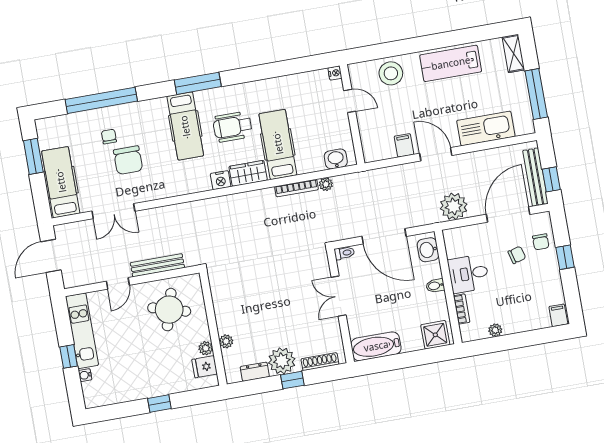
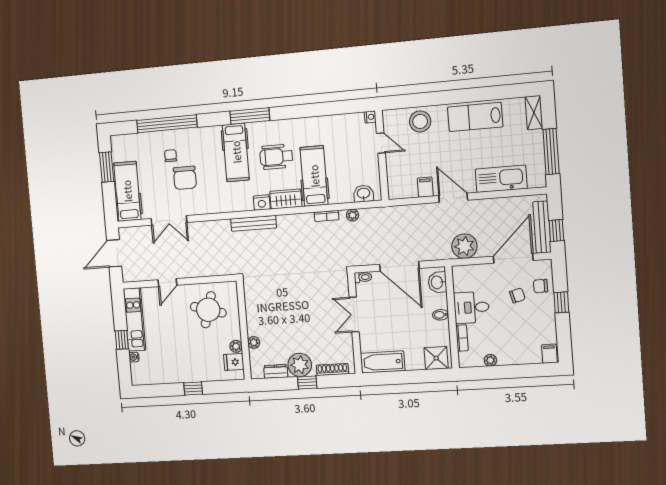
bookcase: (296, 188) -> (327, 216), width x0.64
chair: (541, 242) -> (541, 286), turned 90
bench: (157, 265) -> (254, 223), moved

